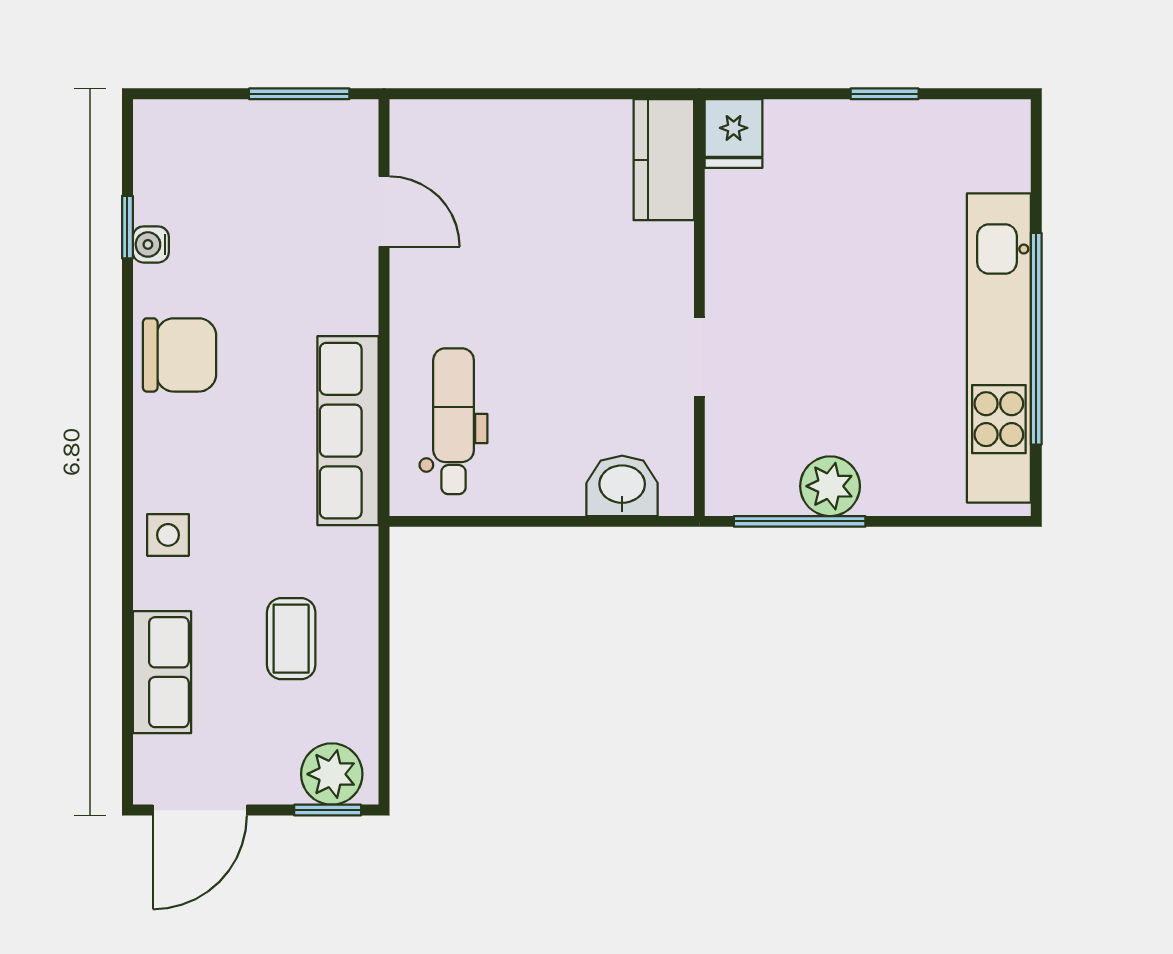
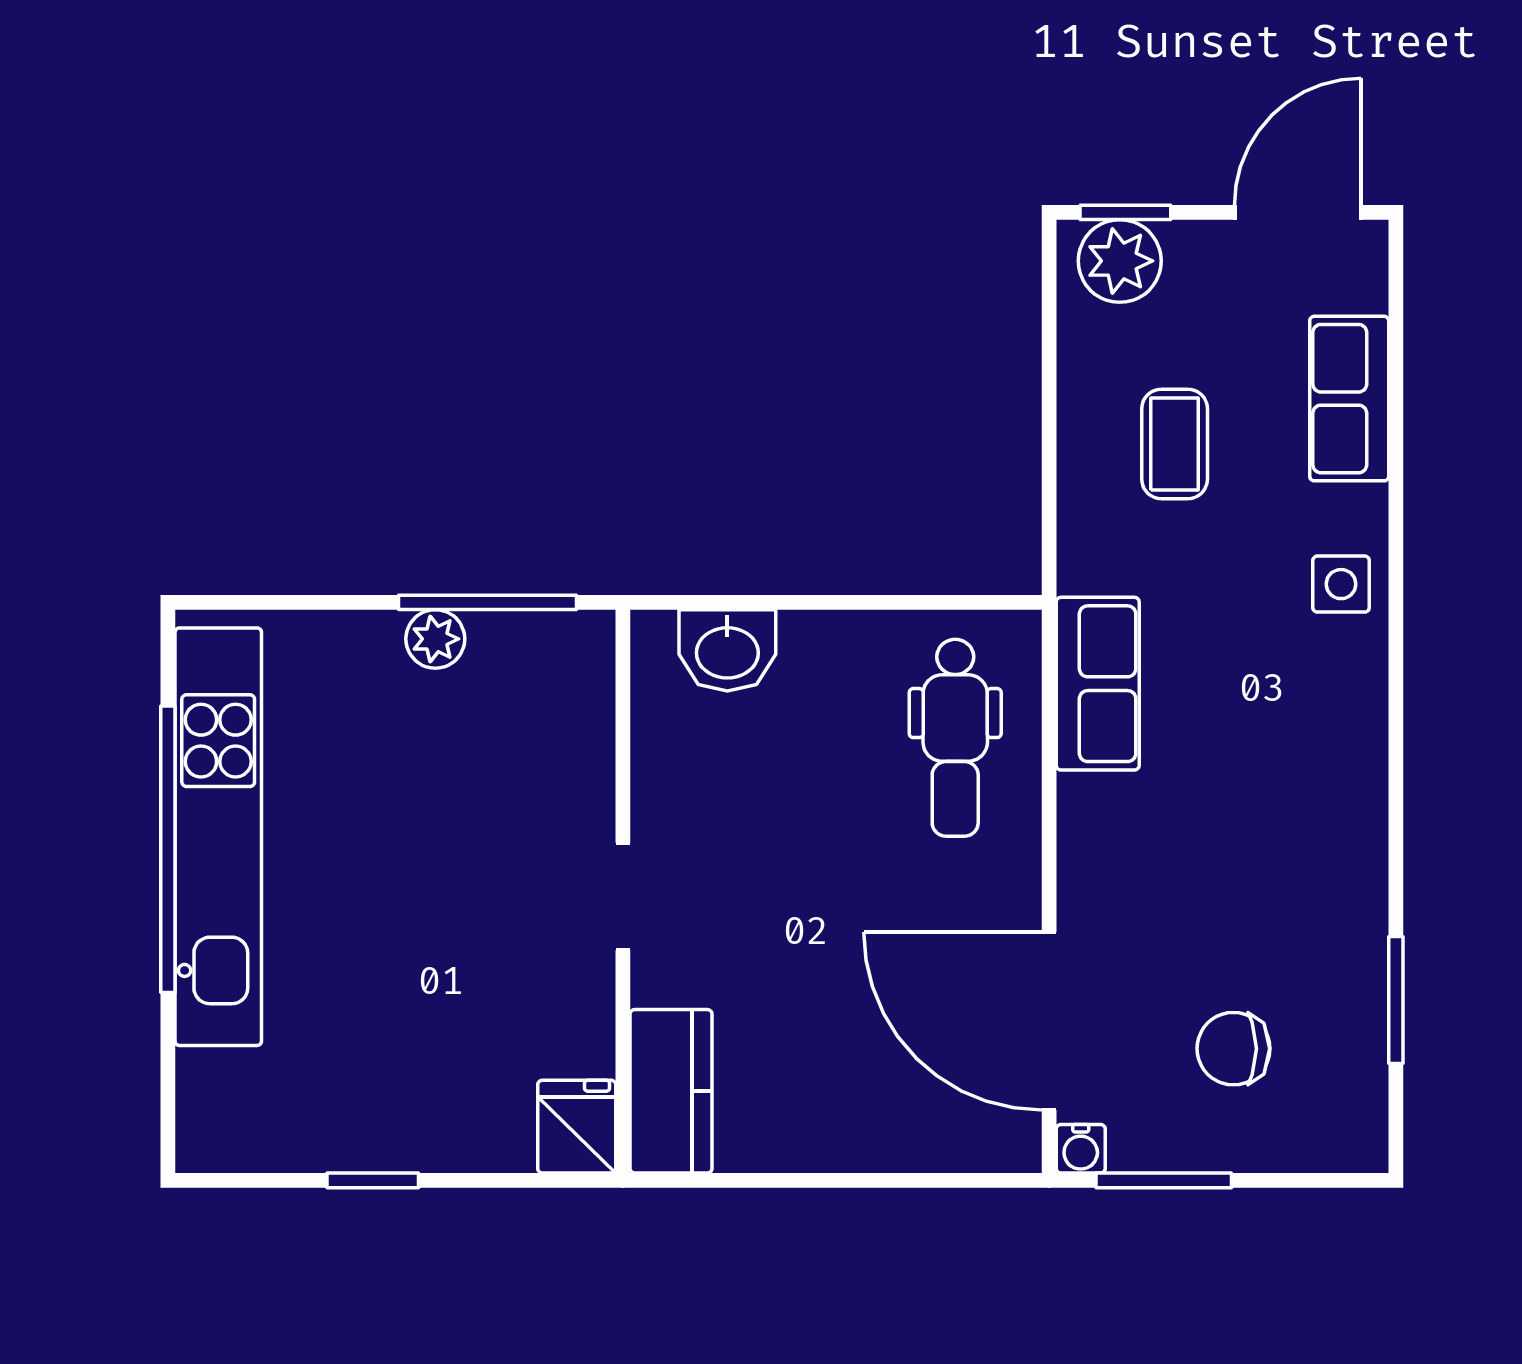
door: (384, 211) -> (1049, 1021), width x1.87
window: (127, 227) -> (1396, 1000), width x1.50
water cooler: (151, 244) -> (1081, 1149), moved, turned 90
chair: (180, 355) -> (1233, 1049), moved, width x0.73, depth x0.73
doorway: (699, 357) -> (623, 897), moved
row of seats: (348, 431) -> (1098, 684), width x0.68
plant: (830, 486) -> (435, 639), width x0.73, depth x0.73

